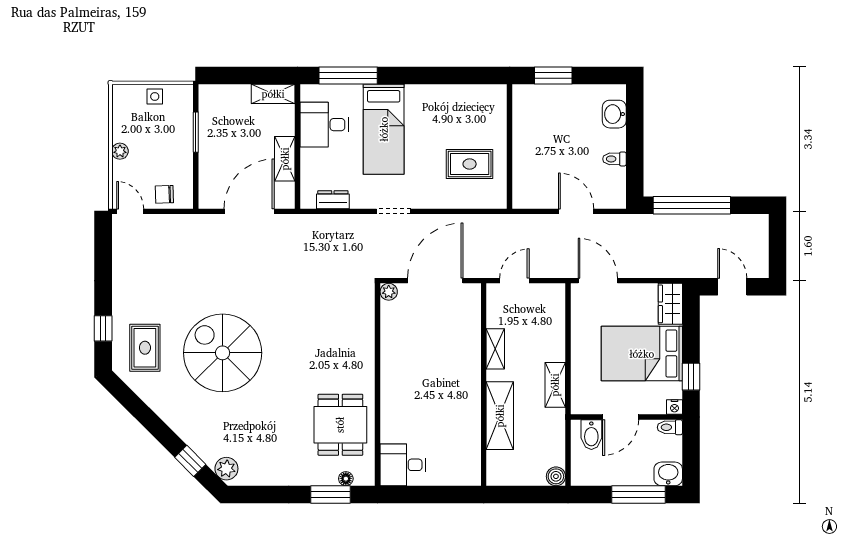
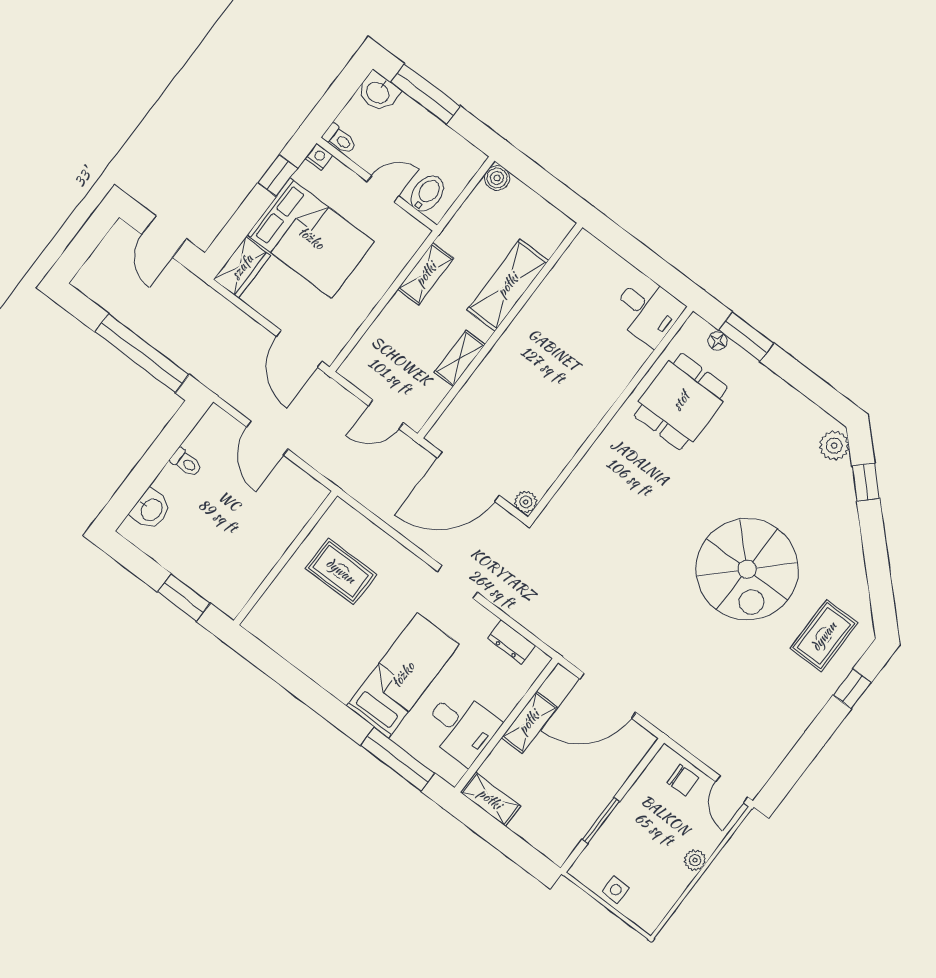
door: (621, 417) -> (383, 189), width x0.73

